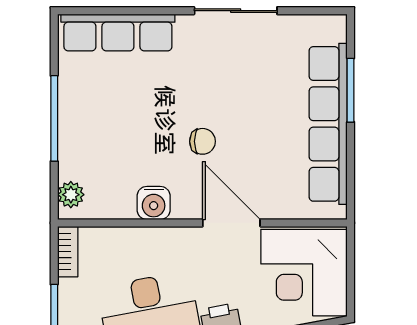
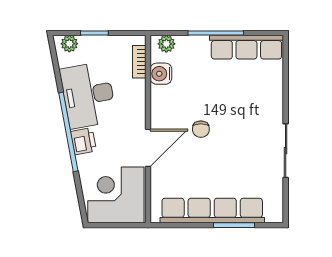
row of seats: (118, 32) -> (246, 47), moved, turned -90
water cooler: (154, 203) -> (161, 74), moved
bookcase: (68, 252) -> (139, 62), moved, turned 90

